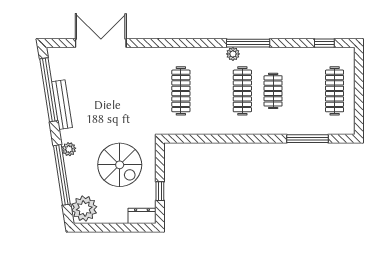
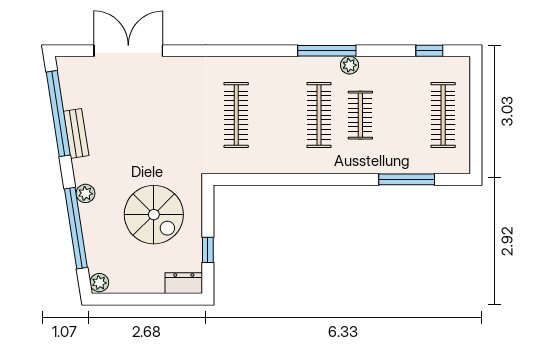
plant: (233, 54) -> (350, 65), moved
bench: (62, 105) -> (76, 133), width x0.73
plant: (84, 209) -> (99, 283), width x0.53, depth x0.53

